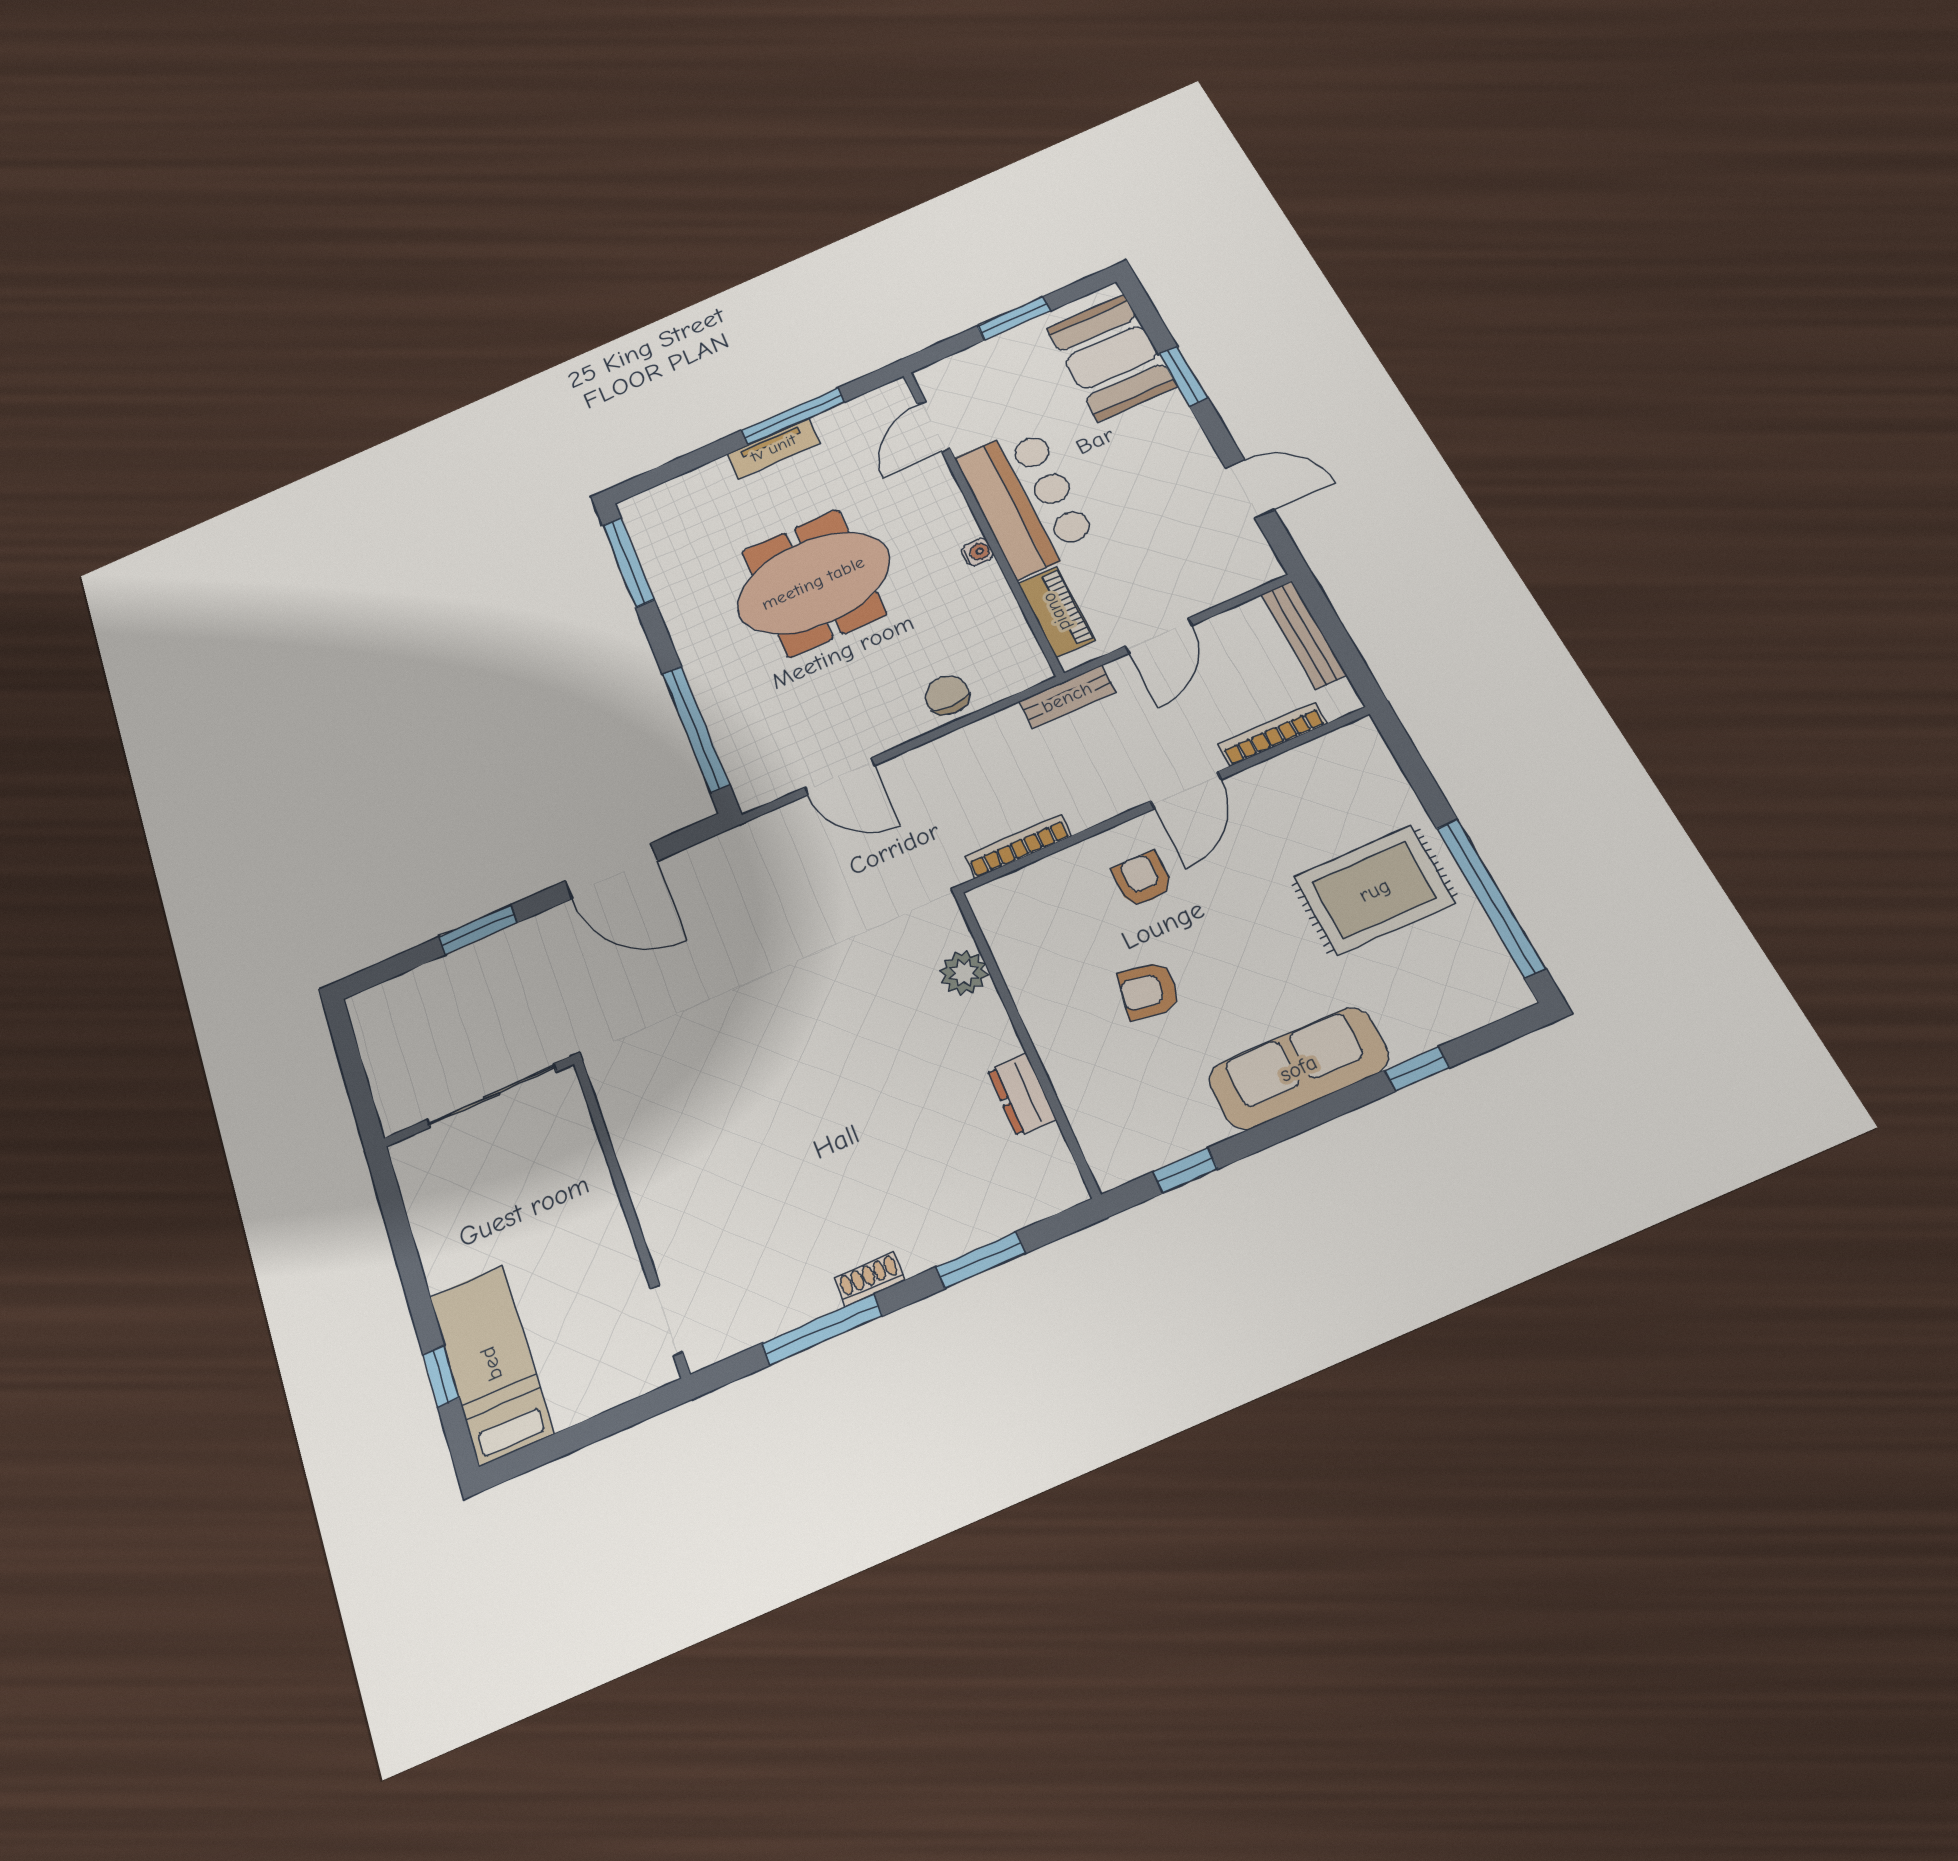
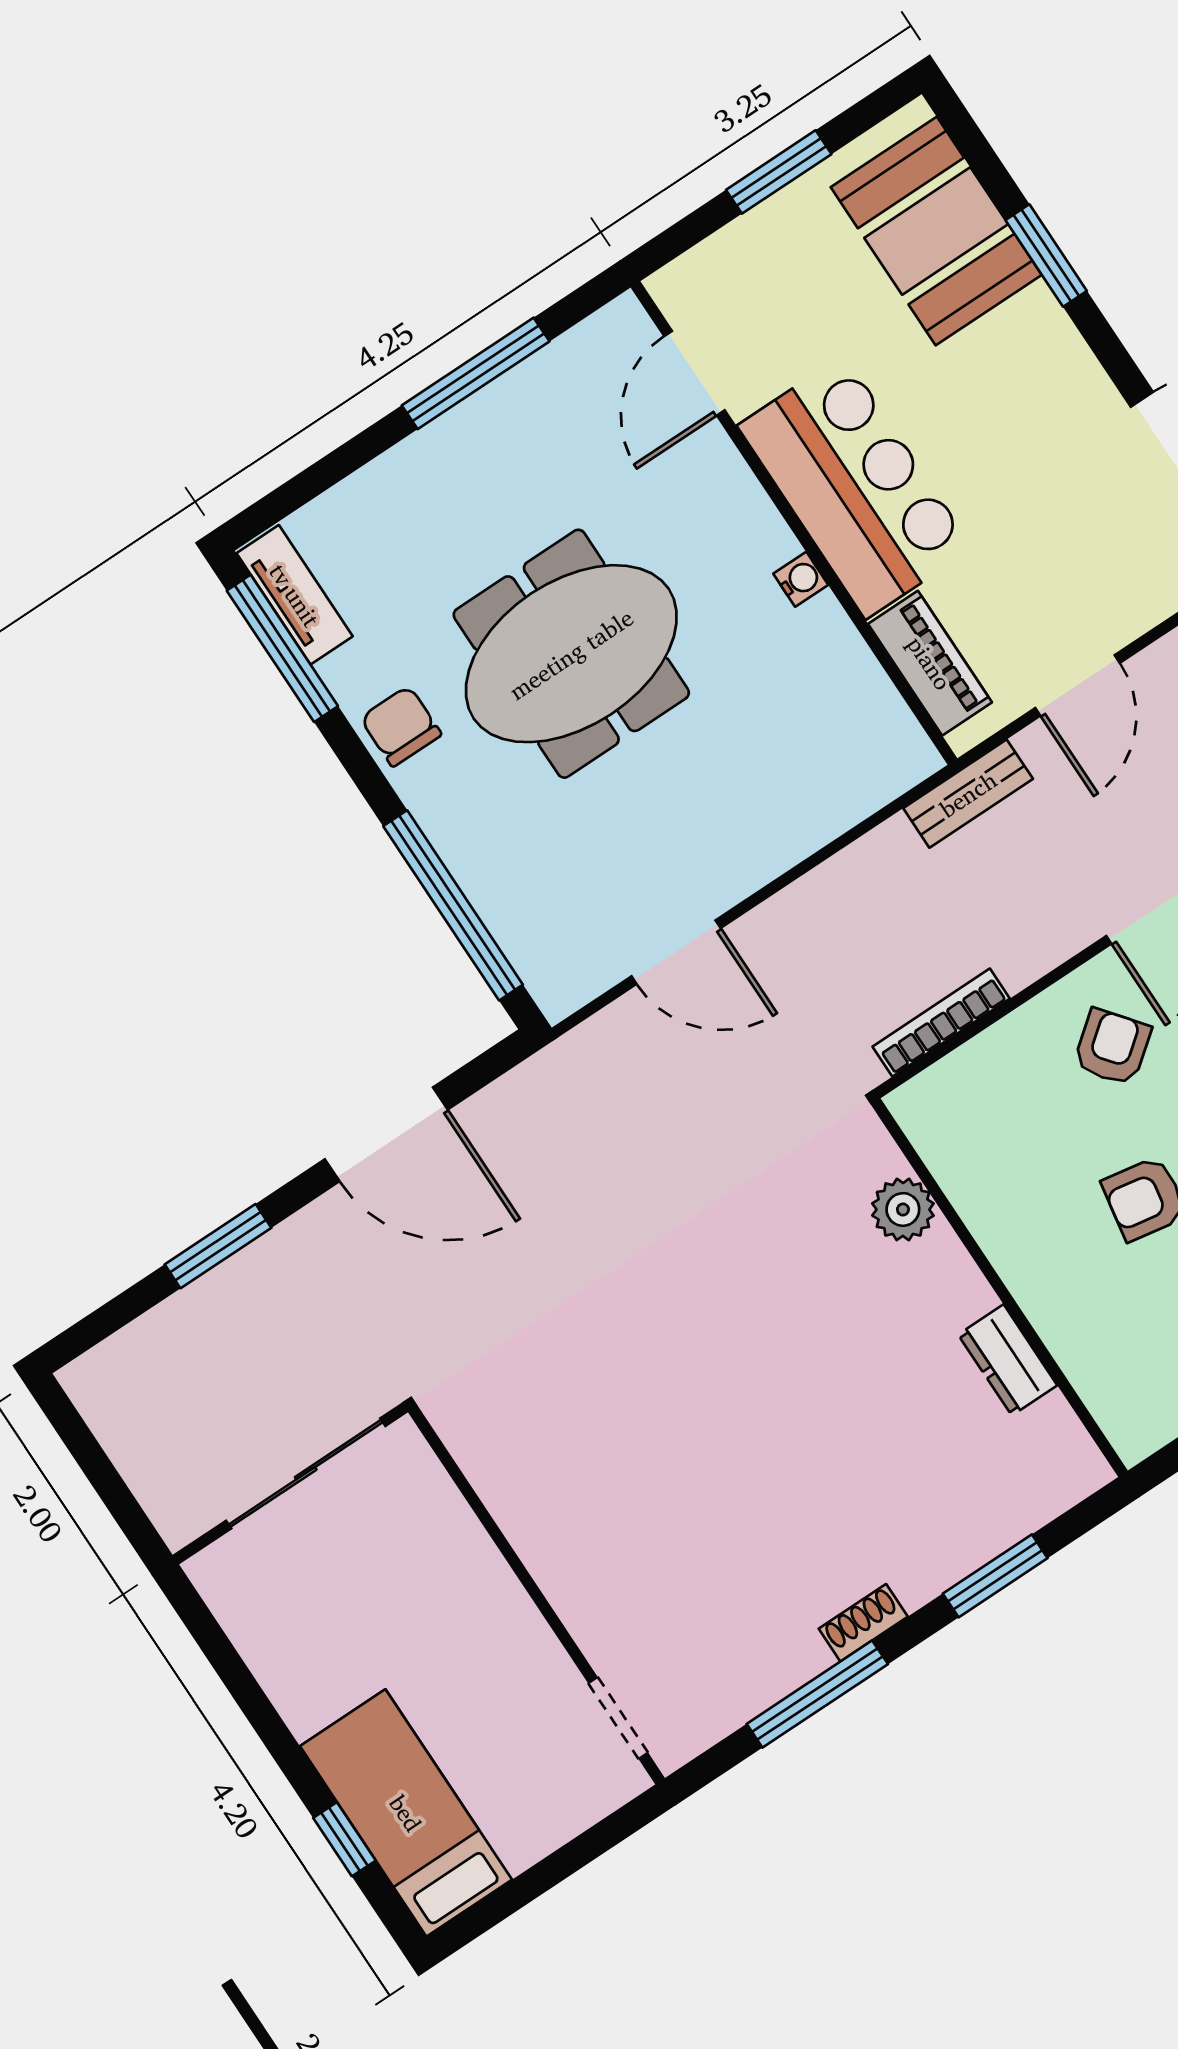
tv unit: (773, 448) -> (295, 595), moved, turned -90
chair: (947, 695) -> (401, 726), moved
armchair: (1142, 879) -> (1112, 1047), turned 52

